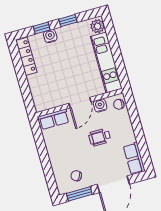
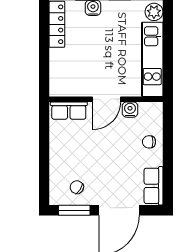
chair: (119, 104) -> (149, 142), moved
wheelchair: (100, 137) -> (119, 148), removed

